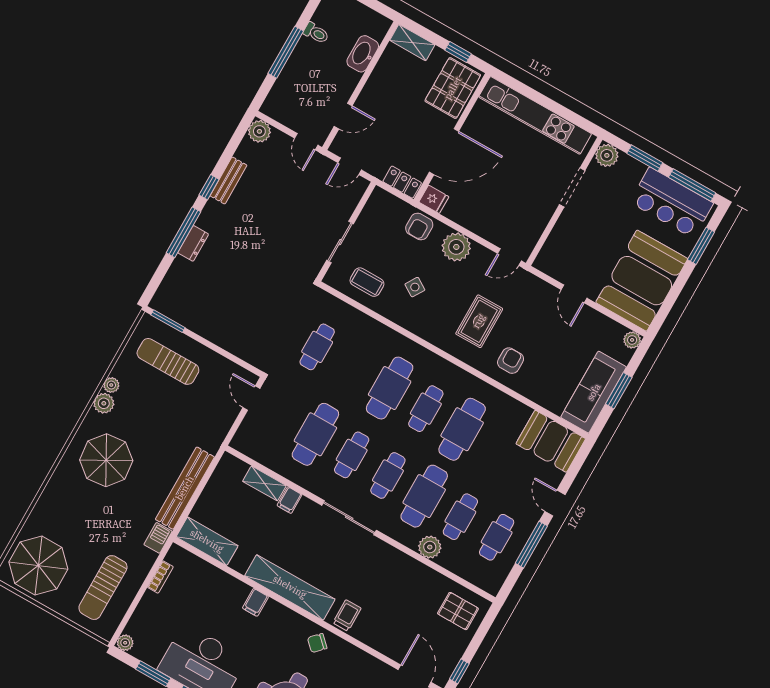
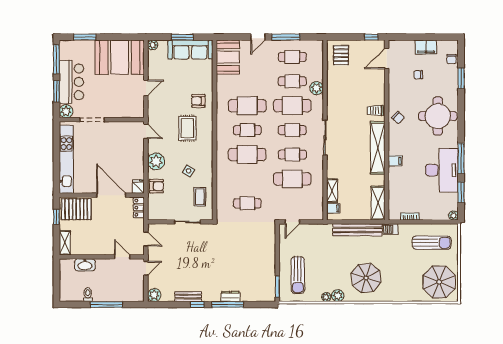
bar counter: (672, 203) -> (71, 82), moved
rug: (479, 321) -> (187, 128), turned 90
filing cabinet: (289, 500) -> (333, 208), moved

